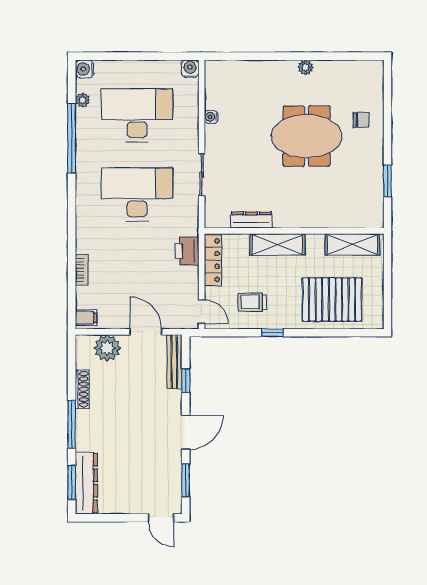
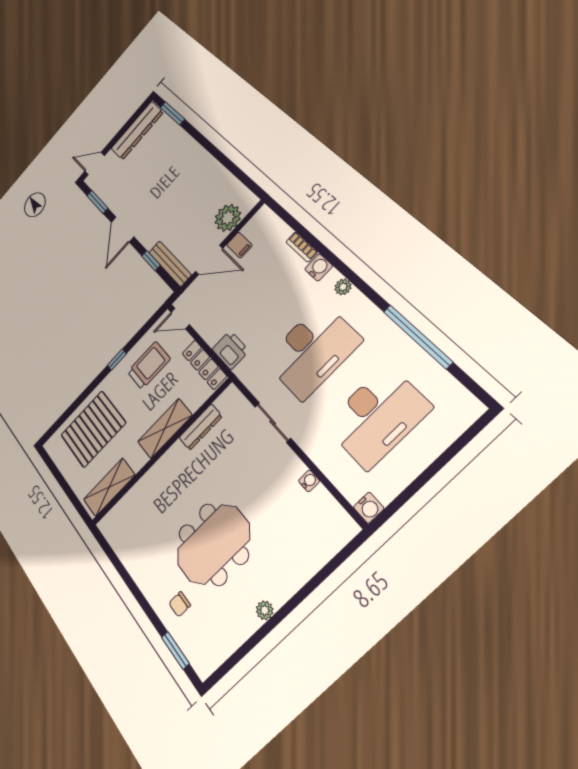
water cooler: (84, 69) -> (319, 267), moved
plant: (83, 100) -> (343, 287), moved
window: (388, 181) -> (175, 650), moved
trolley: (252, 302) -> (149, 365), width x1.36, depth x1.39
filing cabinet: (86, 318) -> (239, 245), moved, turned -90
shoe rack: (82, 389) -> (220, 172), removed
window: (72, 424) -> (206, 144), removed
dresser: (86, 483) -> (137, 131), moved, turned -90

